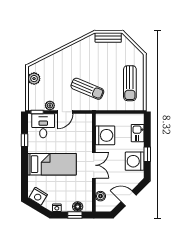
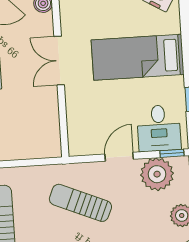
plant: (50, 106) -> (157, 174), width x1.87, depth x1.87
washing machine: (105, 135) -> (42, 118), removed

